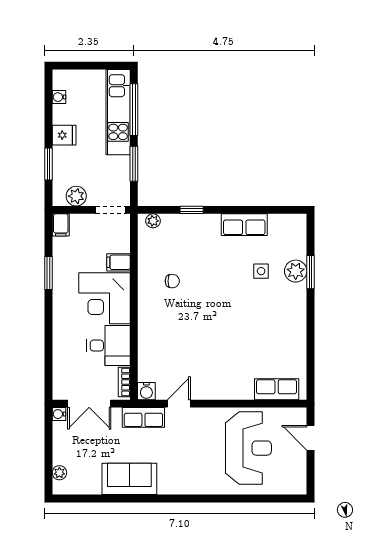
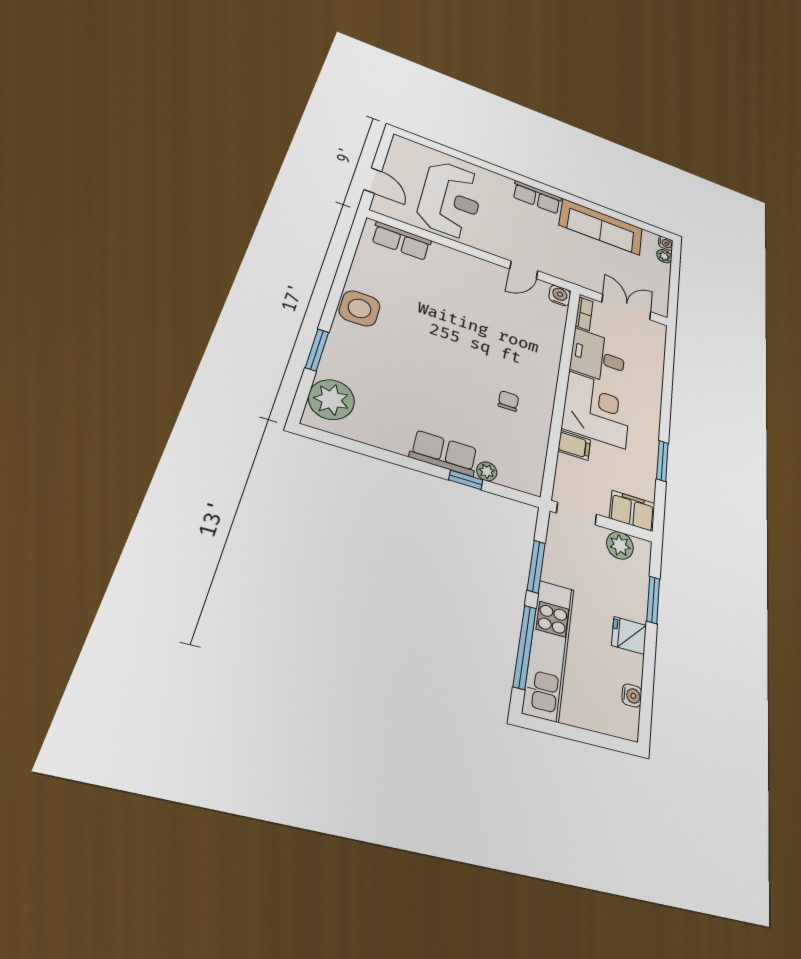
plant: (153, 221) -> (487, 471), moved
filing cabinet: (61, 225) -> (632, 511), width x2.00
row of seats: (244, 225) -> (444, 453), moved
side table: (261, 271) -> (360, 308), moved, width x1.87, depth x1.87
plant: (296, 271) -> (331, 400), moved, width x1.36, depth x1.36
chair: (172, 281) -> (508, 401), turned 90
water cooler: (59, 414) -> (666, 243), moved
row of seats: (143, 417) -> (537, 197), moved, turned 180
reception desk: (248, 448) -> (451, 199), turned 180
sofa: (129, 479) -> (601, 227), width x1.36

